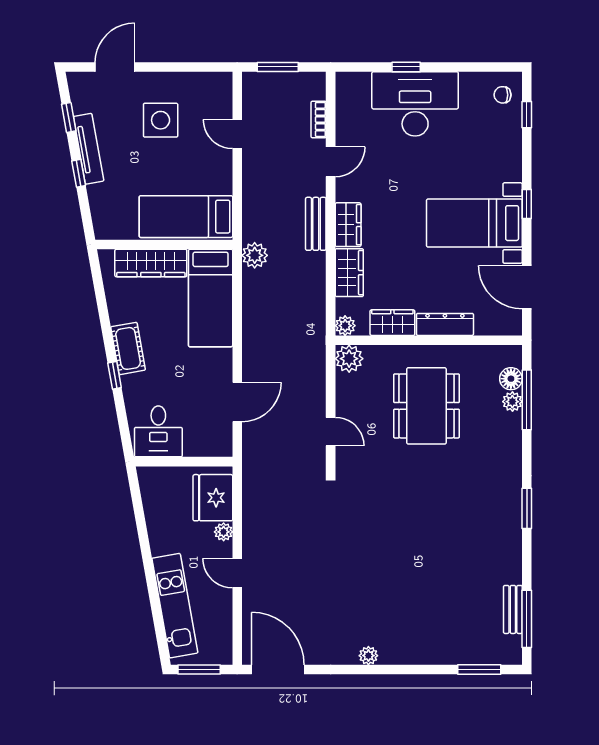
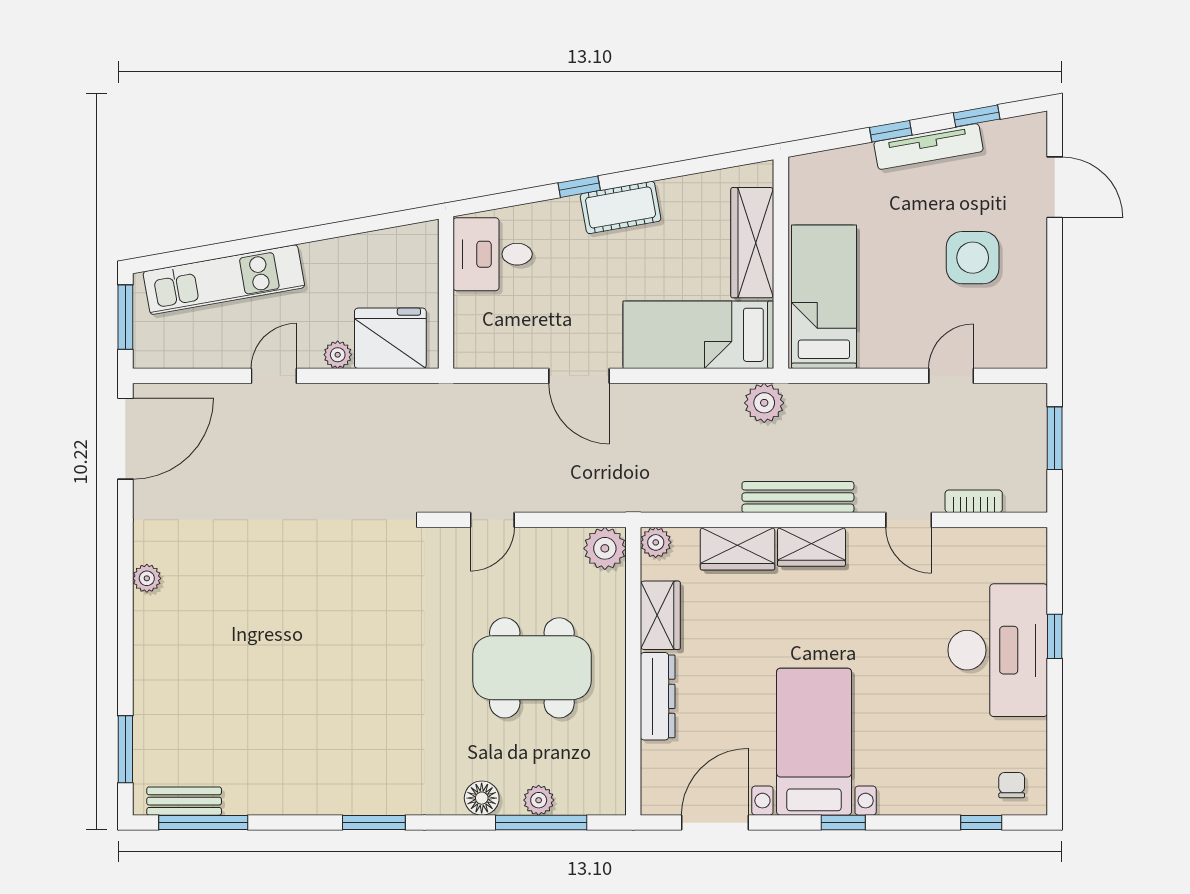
bench: (316, 224) -> (798, 497), width x1.36
floor lamp: (511, 379) -> (482, 798), moved
door: (237, 402) -> (579, 376), moved
bench: (513, 609) -> (184, 801), moved

